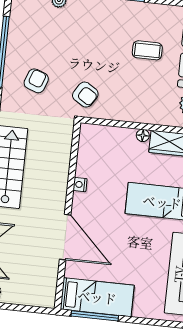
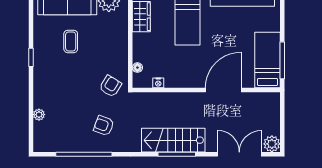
floor lamp: (143, 135) -> (137, 68), moved
nightstand: (80, 185) -> (158, 83), moved

